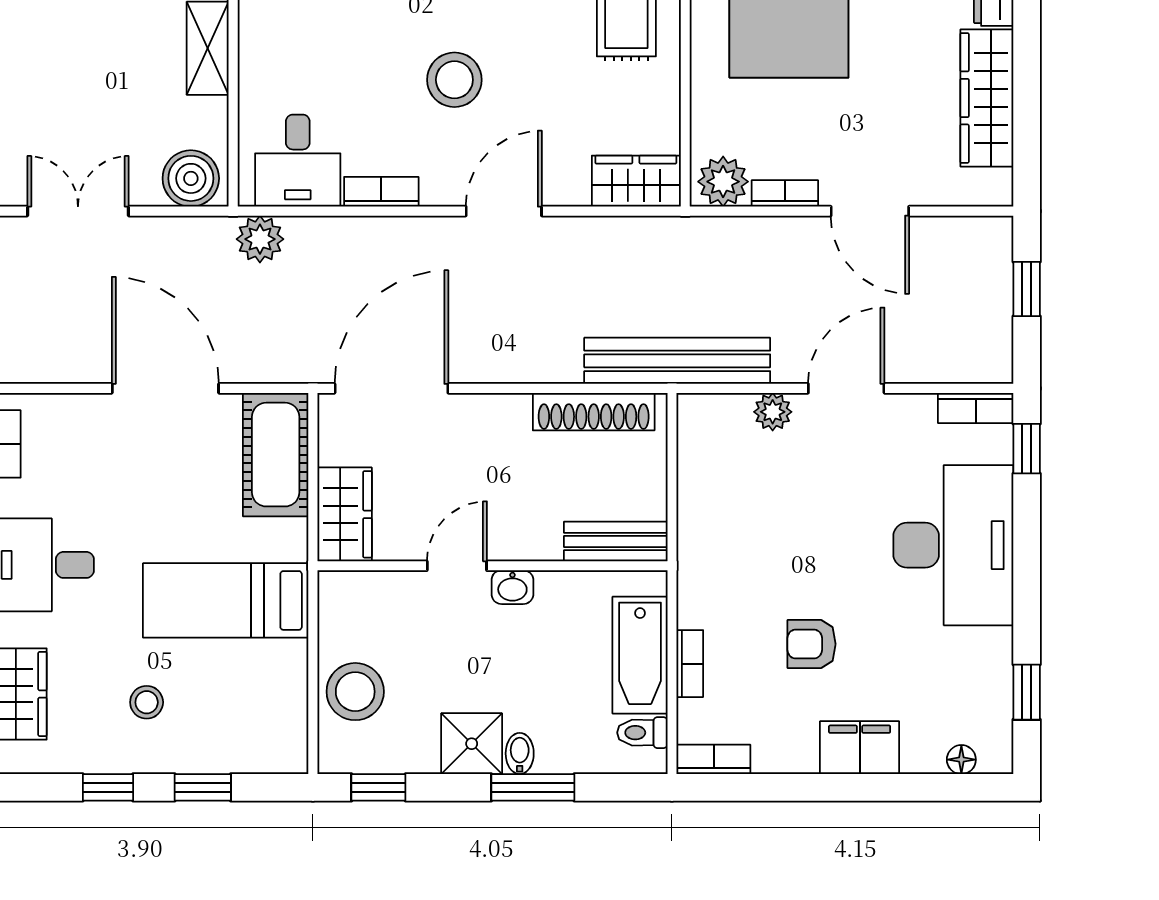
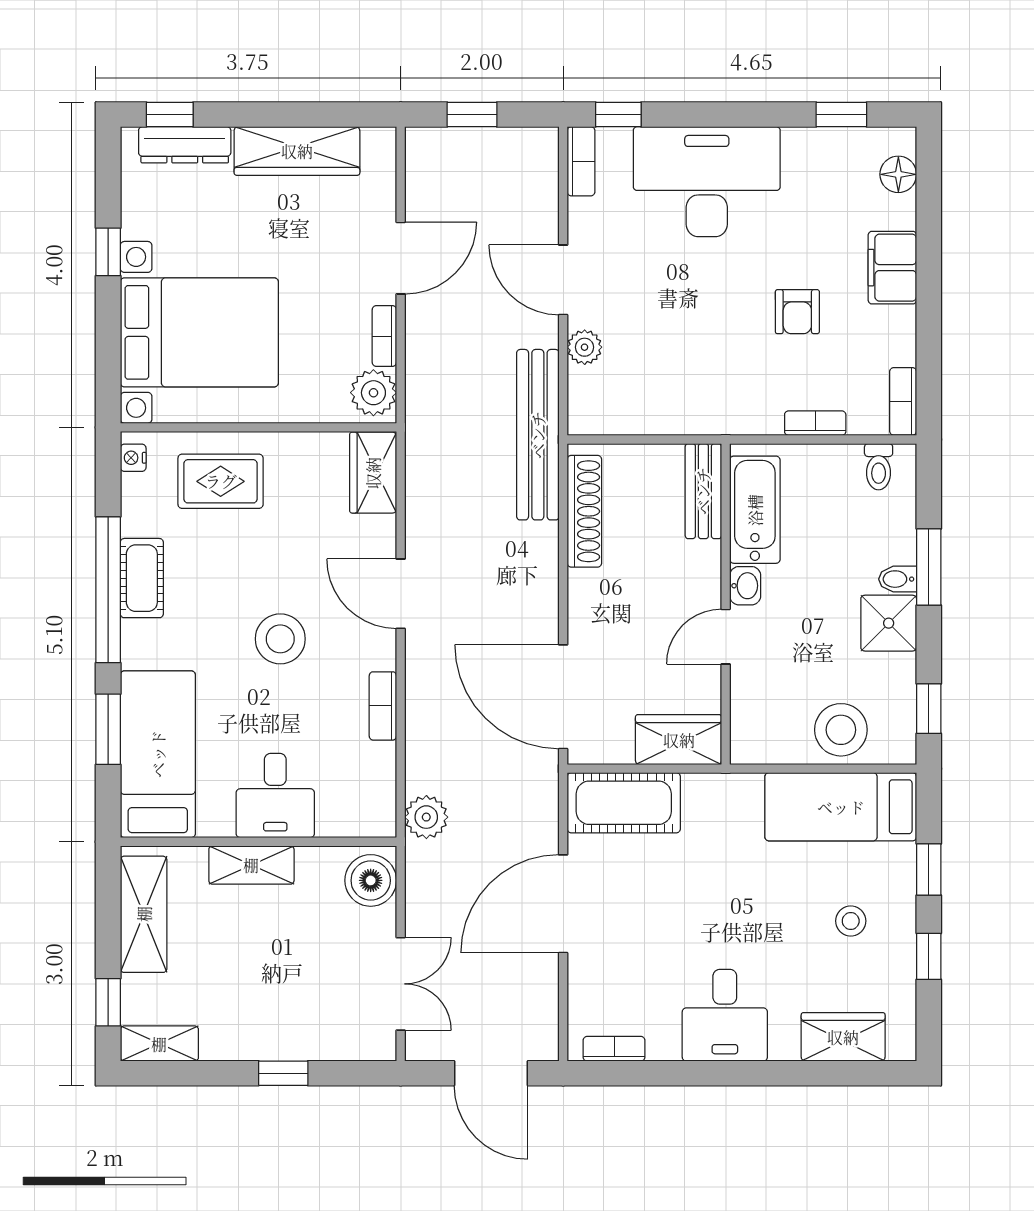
desk: (298, 161) -> (275, 795), moved, turned 90
double door: (78, 211) -> (401, 984), swing flipped
door: (457, 566) -> (726, 637), hinge flipped
bed: (226, 600) -> (841, 807), moved, turned 90
bathtub: (640, 655) -> (755, 510), moved, turned -90
floor lamp: (961, 760) -> (898, 174), width x1.37, depth x1.37

